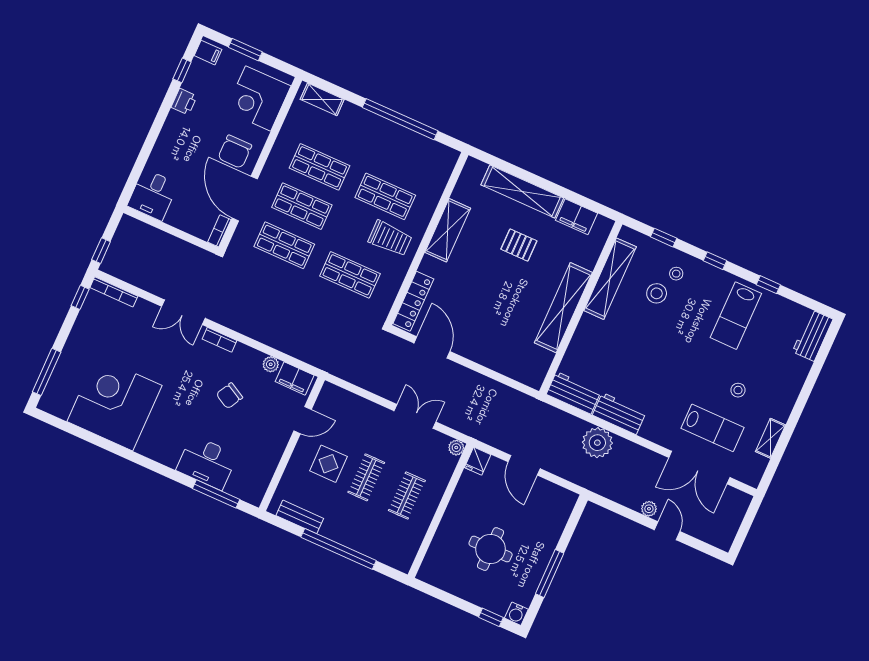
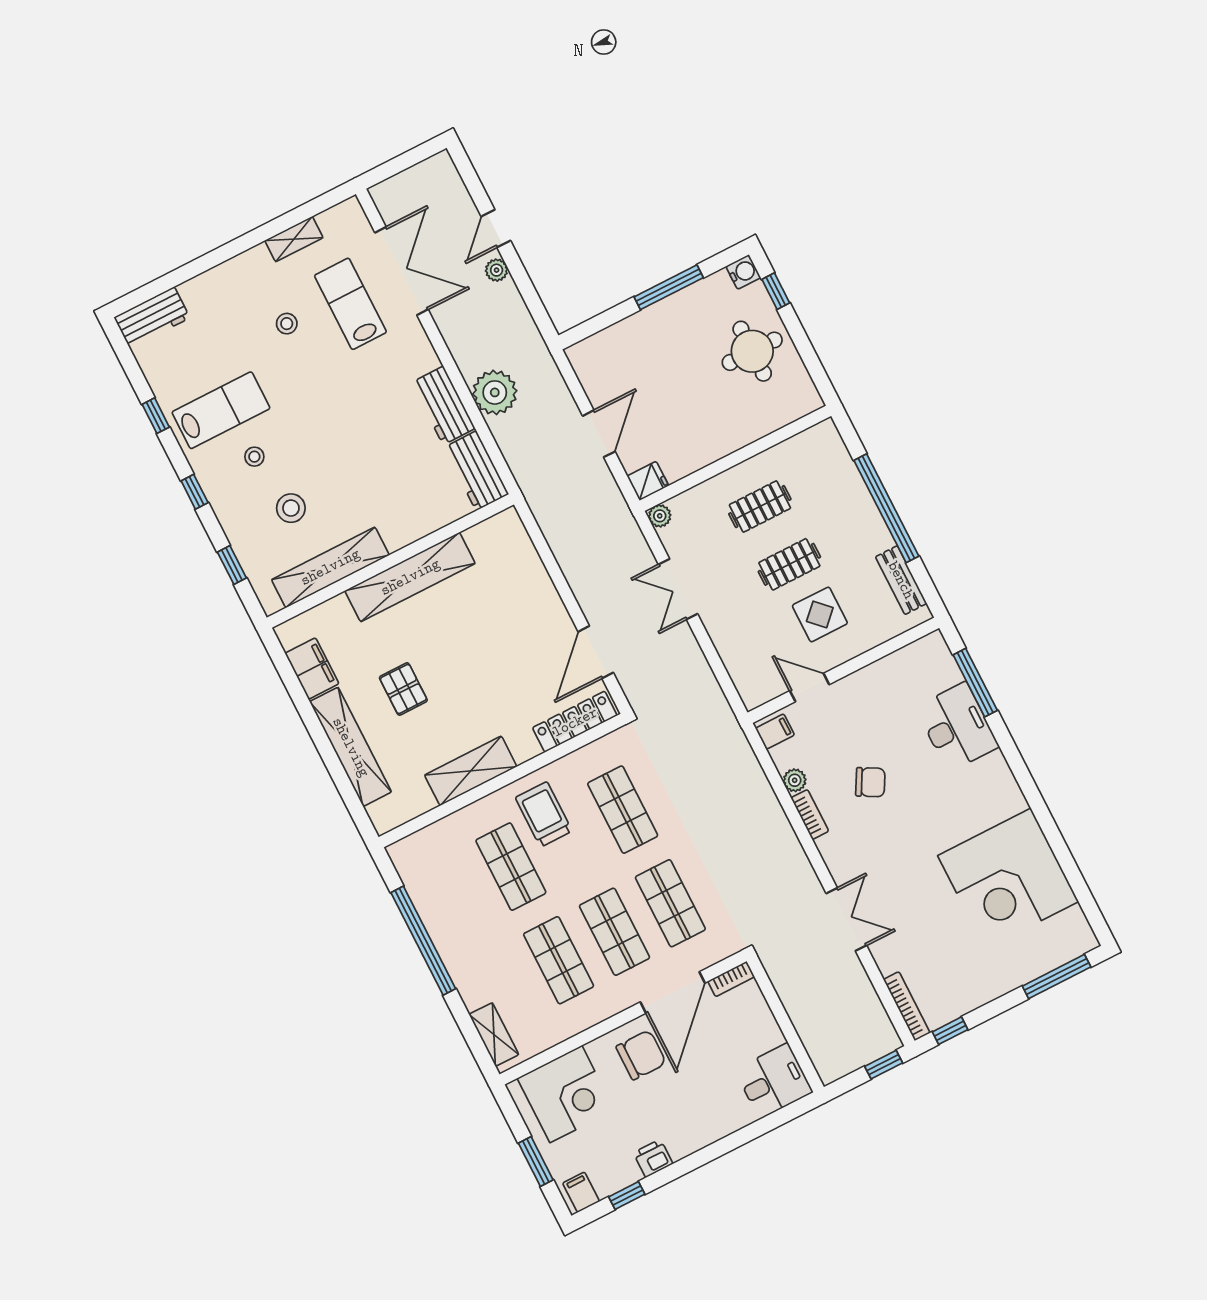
stool: (676, 274) -> (254, 457), moved
bookcase: (219, 340) -> (810, 814), moved
filing cabinet: (295, 378) -> (775, 732), width x0.50
round table: (491, 549) -> (752, 351), moved

